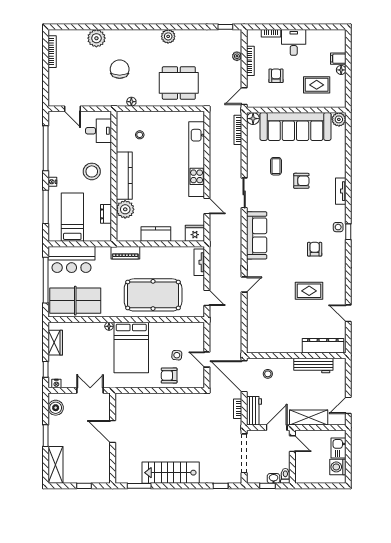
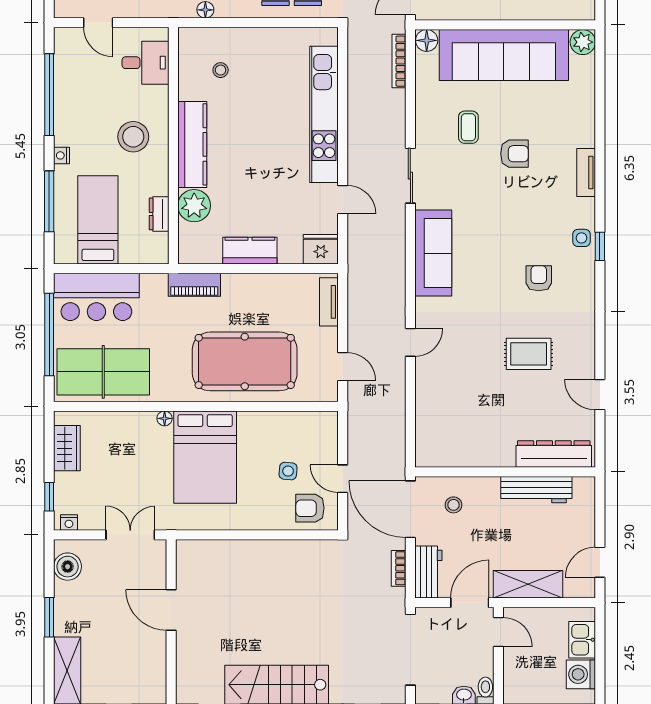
armchair: (169, 376) -> (310, 508), moved

